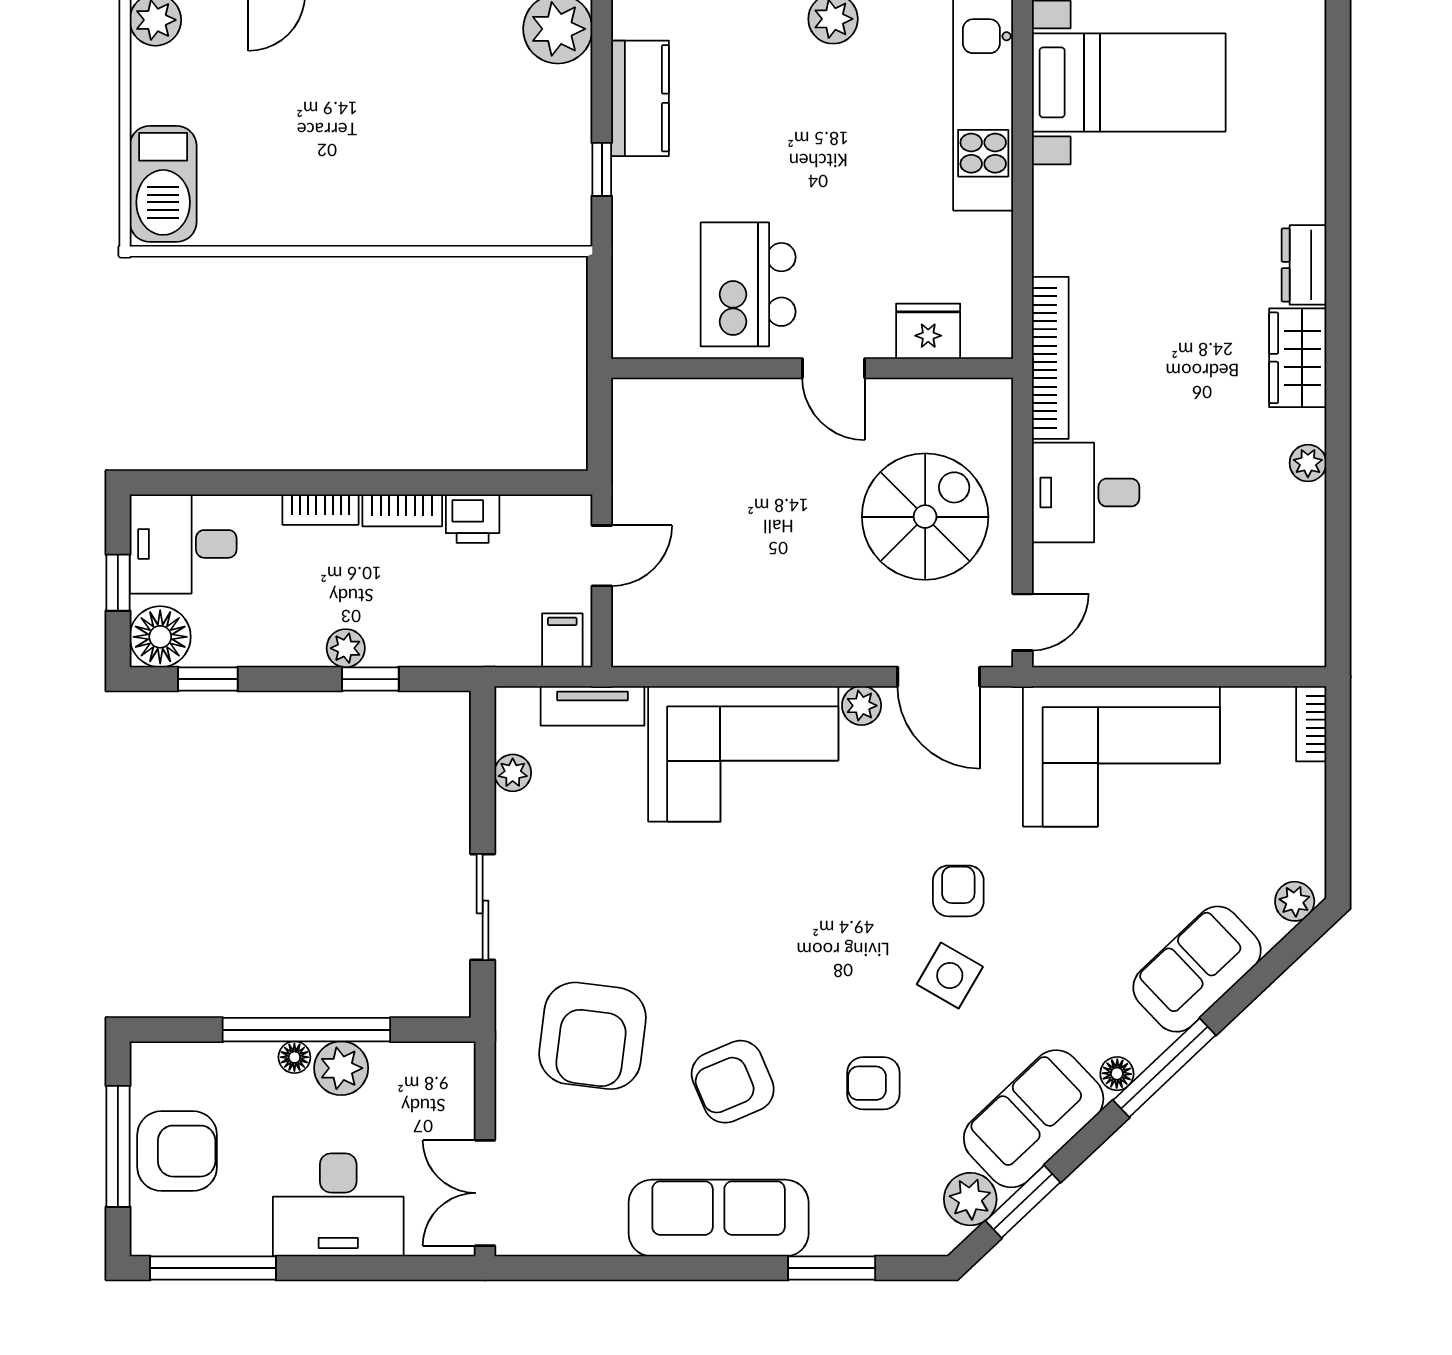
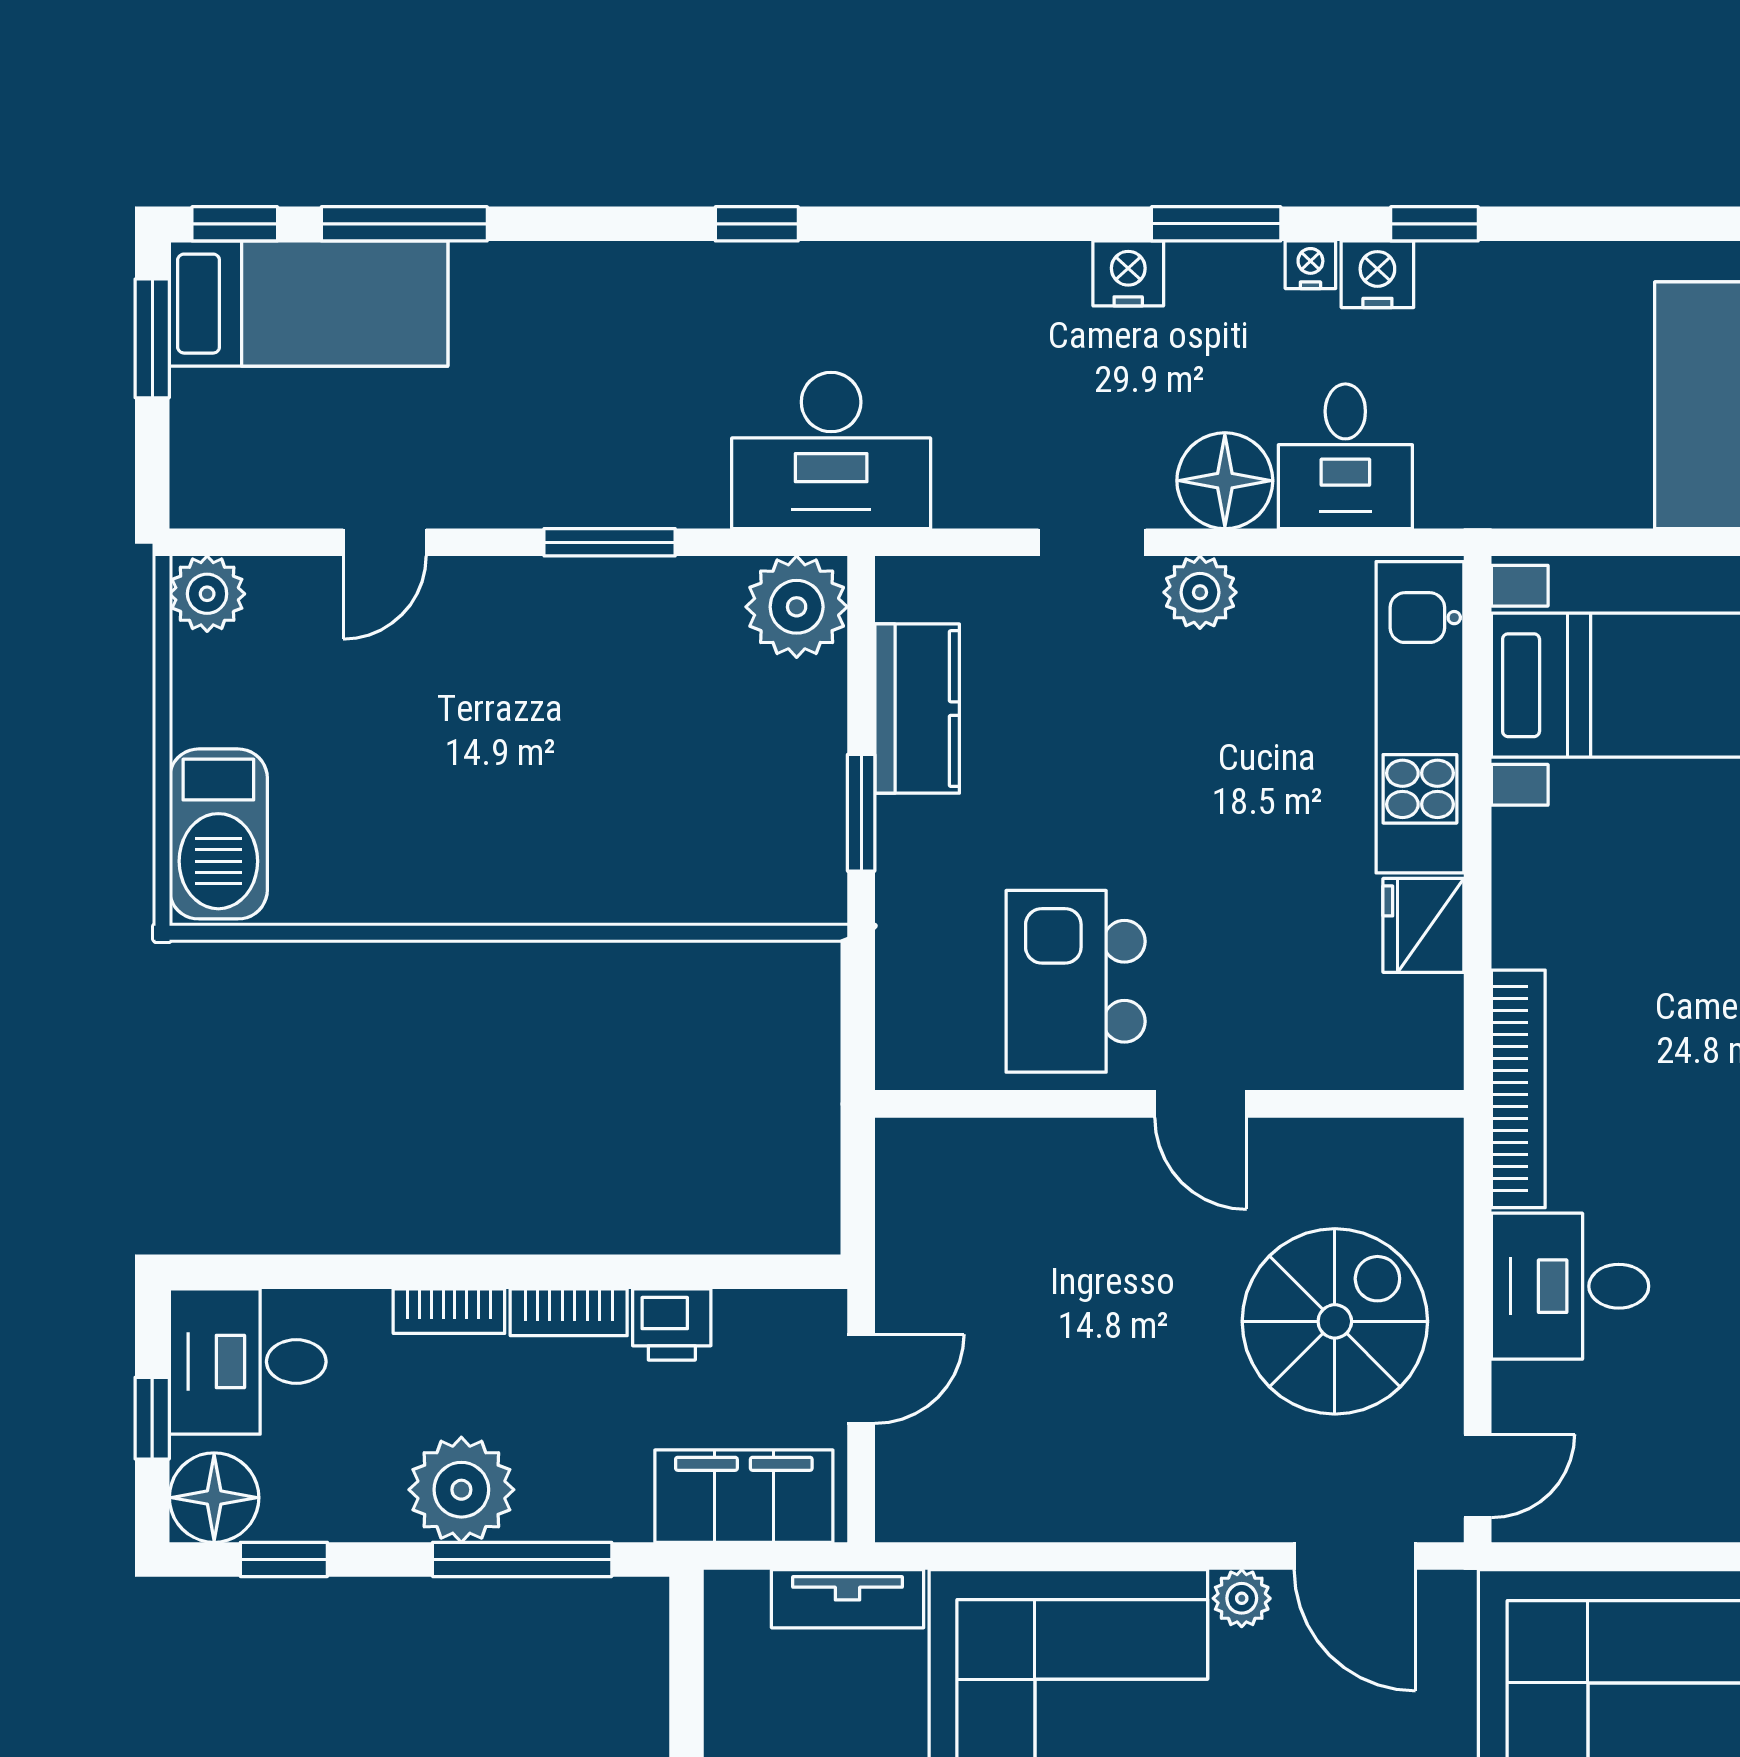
window: (602, 169) -> (861, 813), width x1.50
fridge: (928, 331) -> (1423, 925), moved, turned -90
filing cabinet: (562, 640) -> (744, 1496), width x3.00, depth x1.17
plant: (346, 648) -> (461, 1490), width x1.88, depth x1.88
window: (370, 679) -> (522, 1559), width x2.17
plant: (513, 773) -> (731, 1697), removed

